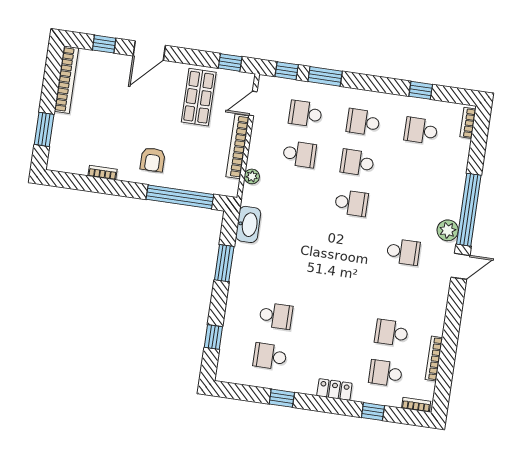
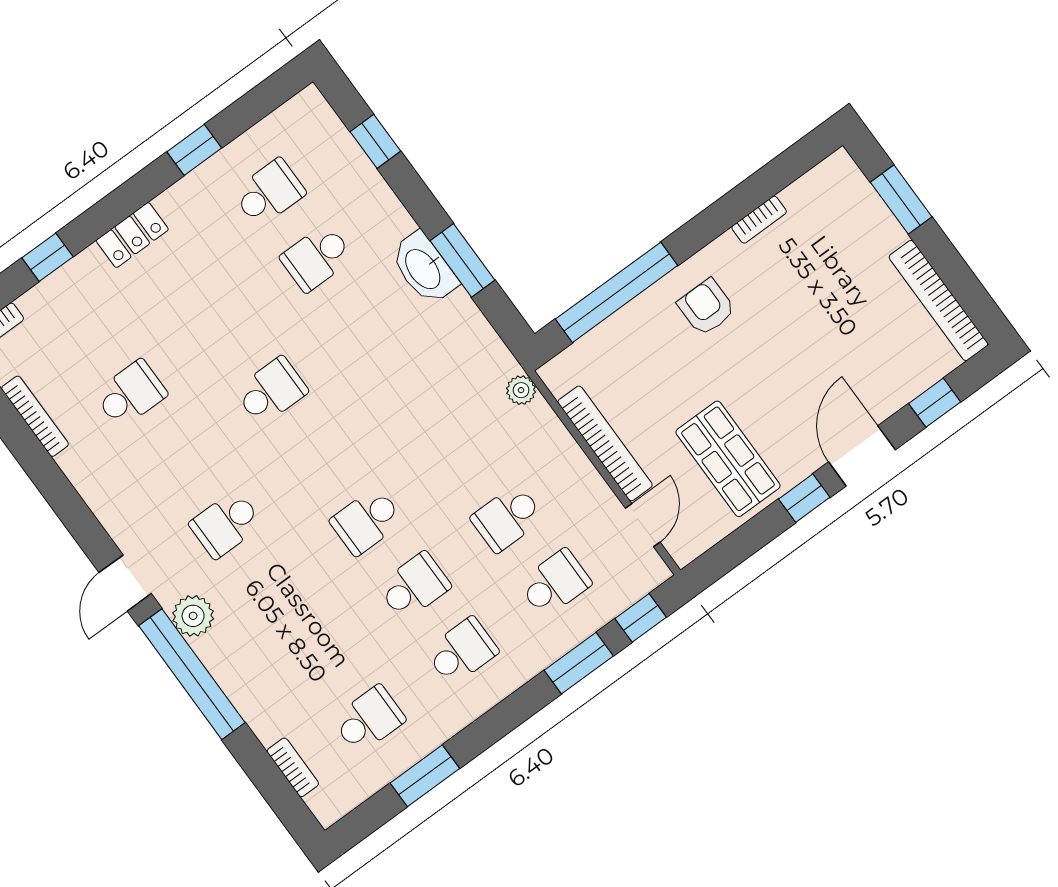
window: (230, 62) -> (804, 498), moved
window: (421, 90) -> (425, 776), width x1.50
bookcase: (468, 123) -> (293, 767), moved
plant: (252, 176) -> (521, 390), moved
washbasin: (248, 224) -> (424, 268), moved
school desk: (386, 373) -> (271, 391), moved

